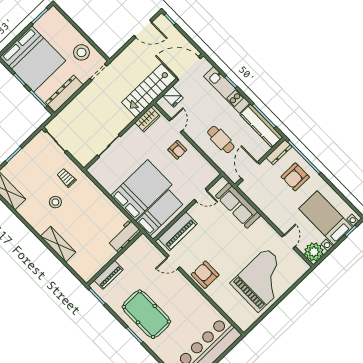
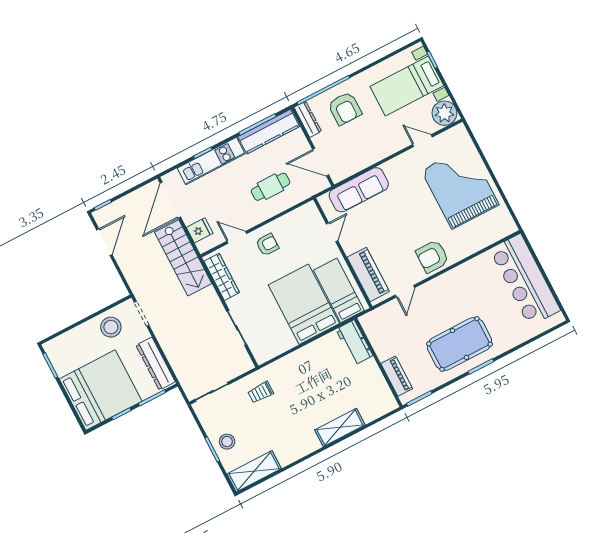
wardrobe: (147, 119) -> (222, 277), width x1.50
stool: (55, 202) -> (227, 442), moved

